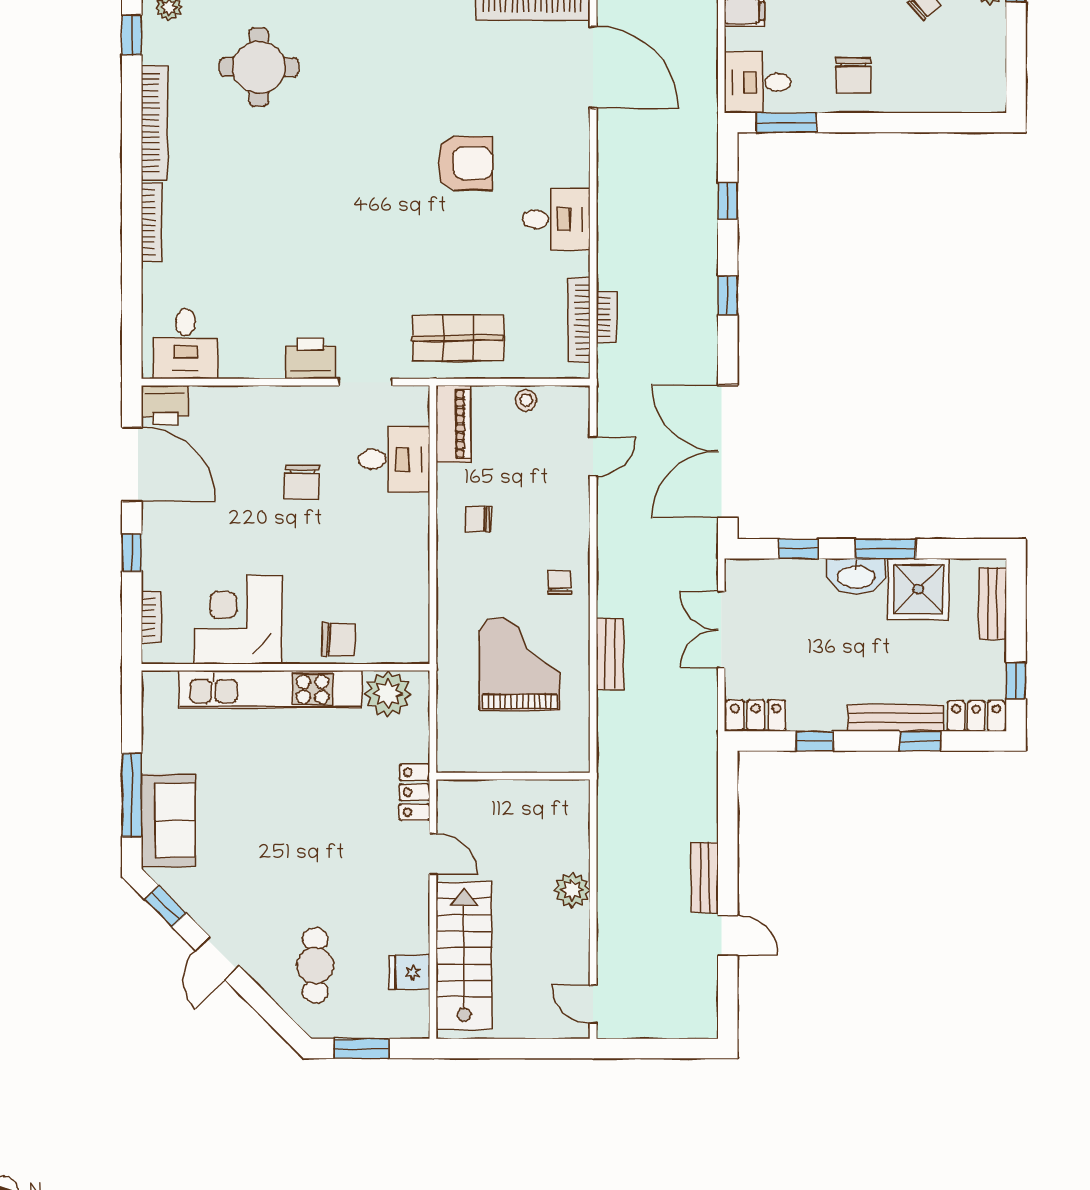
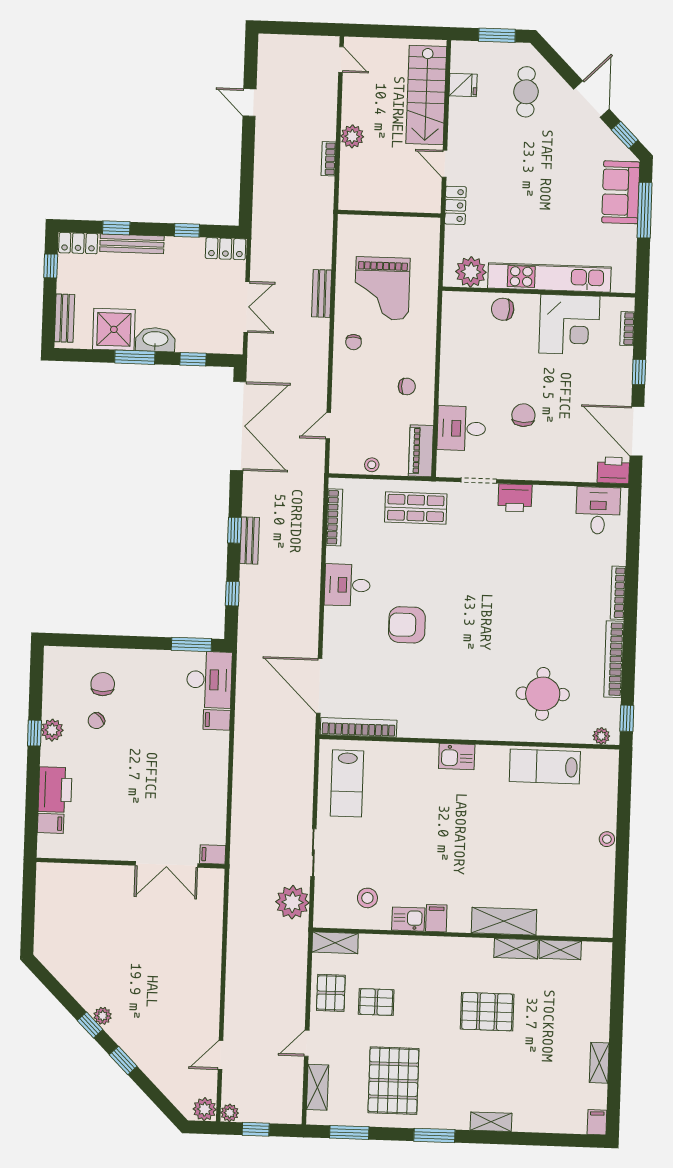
chair: (853, 75) -> (103, 684), moved
desk: (758, 82) -> (209, 680), width x1.37
bookcase: (607, 317) -> (329, 159), moved
bench: (705, 878) -> (250, 541), moved
door: (217, 958) -> (591, 99), width x1.38

